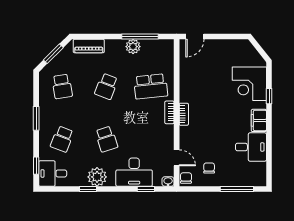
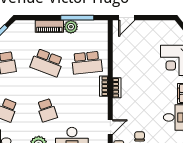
piano: (89, 46) -> (49, 26), moved
school desk: (106, 86) -> (47, 63), width x1.85
door: (177, 158) -> (110, 127), hinge flipped

